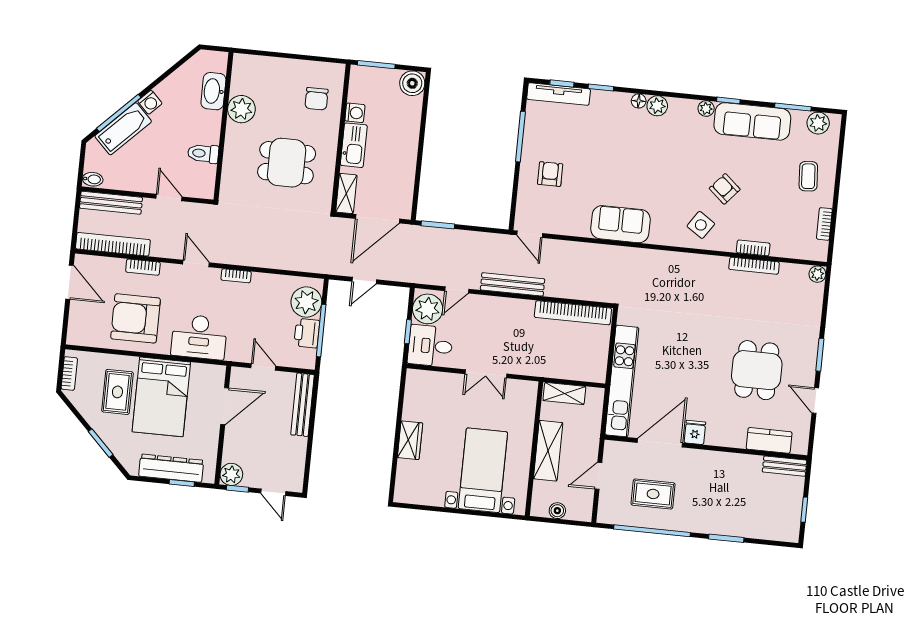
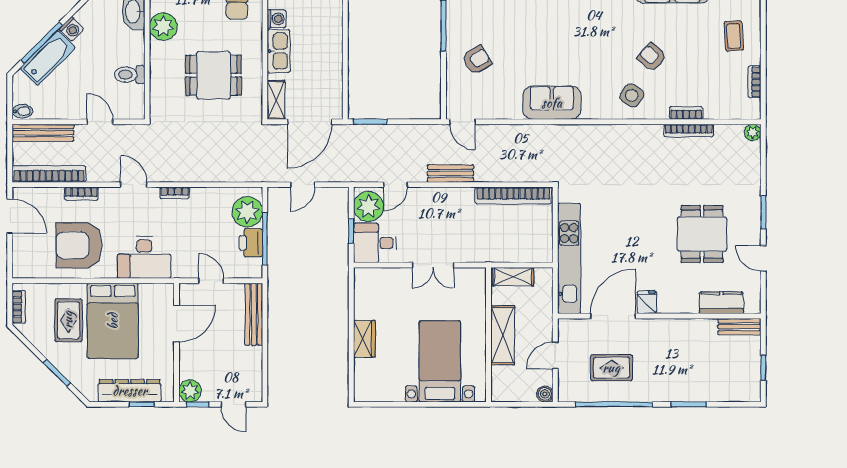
armchair: (550, 174) -> (477, 60), turned 59
bench: (513, 284) -> (451, 173), width x0.73
boiler: (557, 511) -> (545, 394), moved

